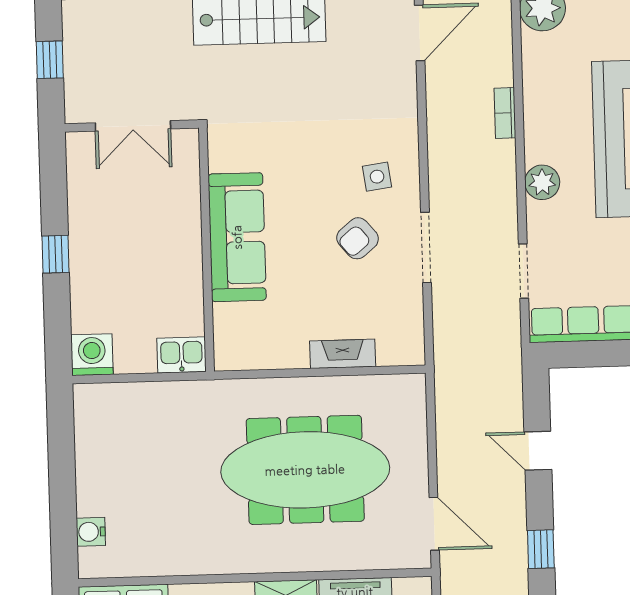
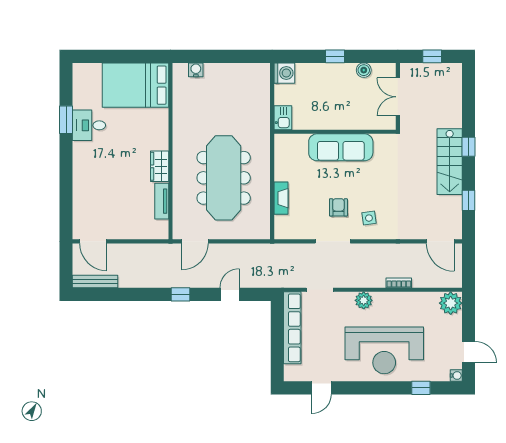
boiler: (81, 196) -> (364, 70), added
armchair: (358, 238) -> (338, 207), turned 40

